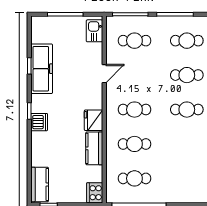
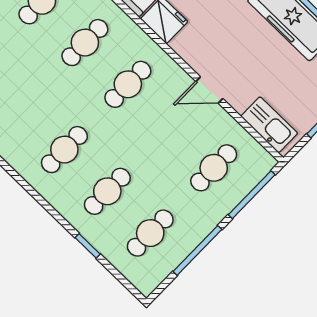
kitchen sink: (94, 31) -> (269, 125), width x1.38
door: (104, 74) -> (209, 90), hinge flipped

